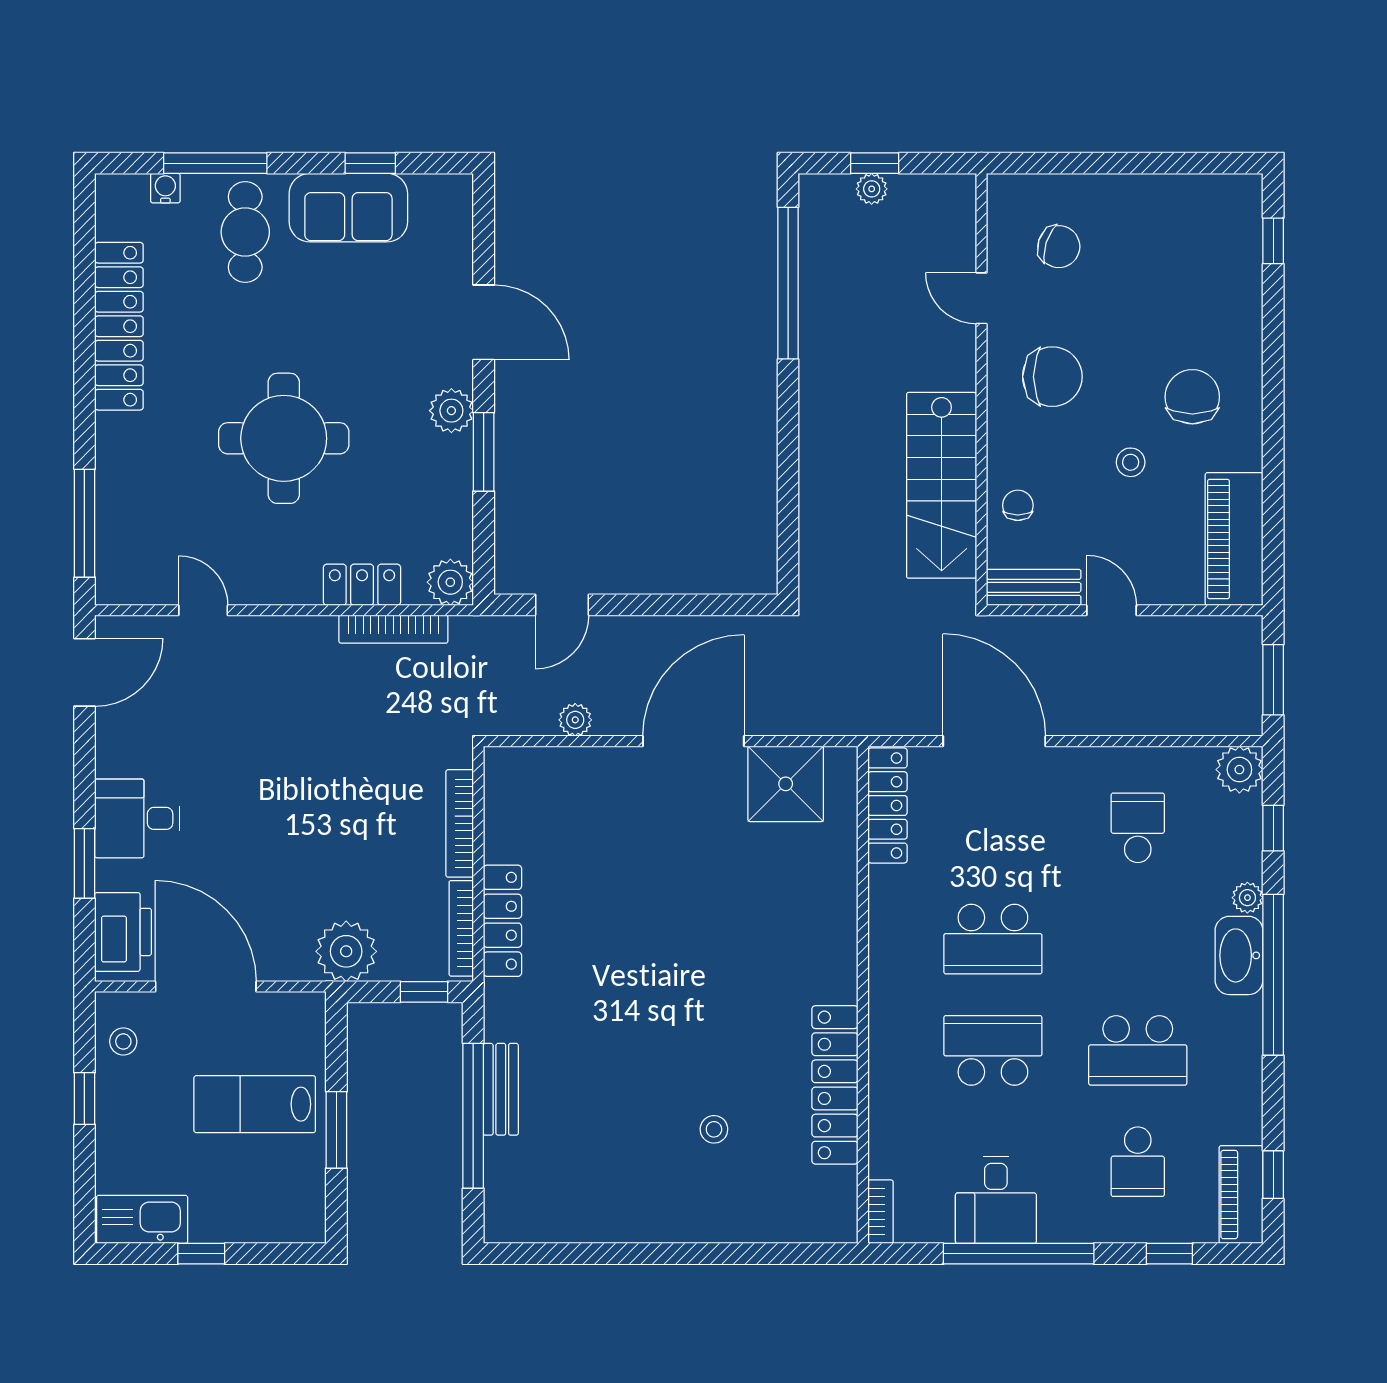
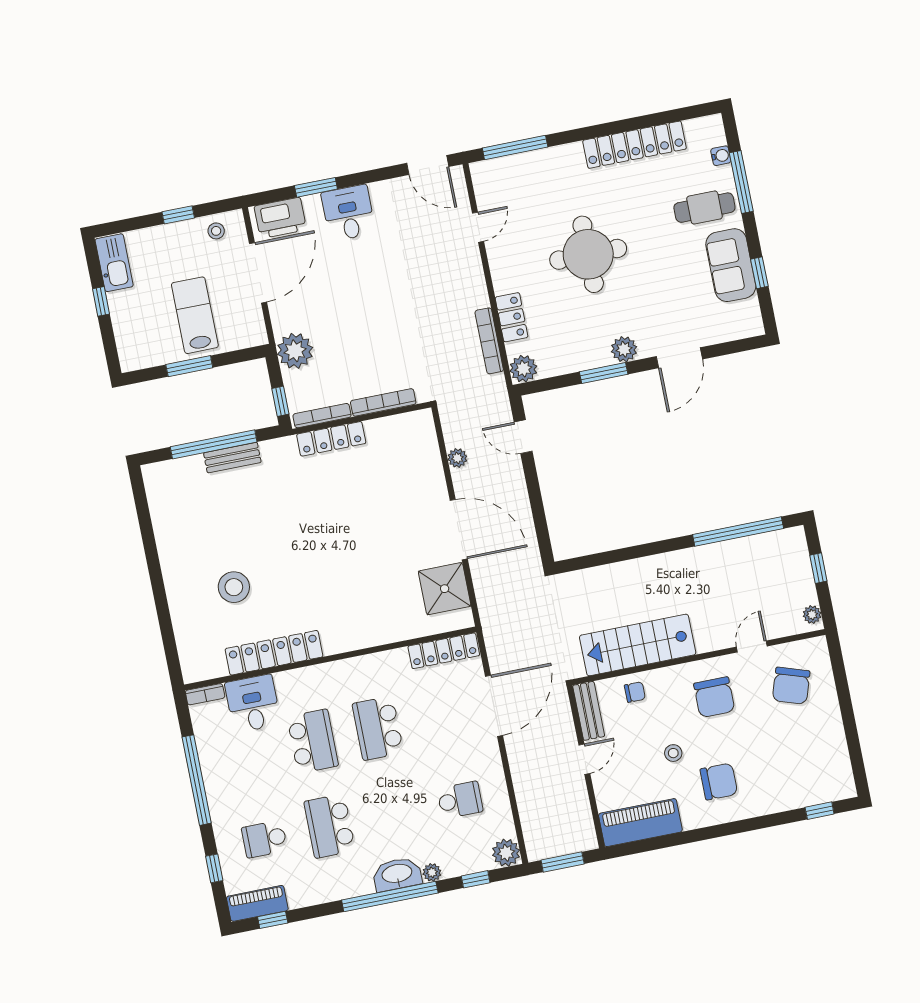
plant: (872, 189) -> (812, 615), moved
chair: (1059, 247) -> (791, 686), width x1.37, depth x1.37
stool: (714, 1129) -> (234, 587), width x1.89, depth x1.89
desk: (996, 1200) -> (253, 704), moved, turned 90

